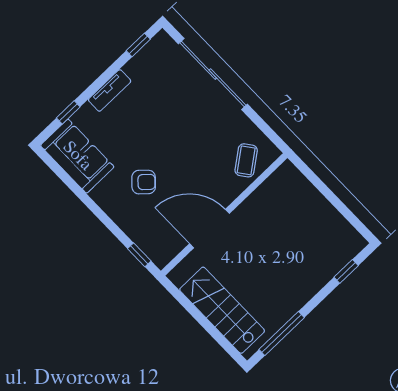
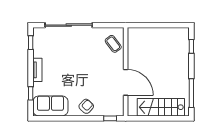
armchair: (144, 182) -> (86, 106), moved
door: (209, 229) -> (126, 82), swing flipped

